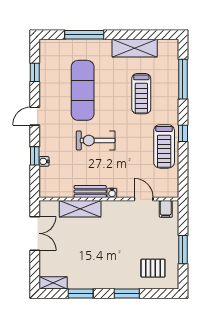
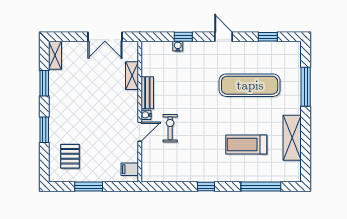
exercise bike: (96, 140) -> (170, 128), moved, width x0.73, depth x0.72
treadmill: (164, 146) -> (193, 168), removed
door: (144, 199) -> (140, 132), moved
shelving: (80, 209) -> (132, 76), width x0.67, depth x0.75

